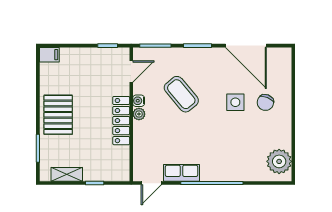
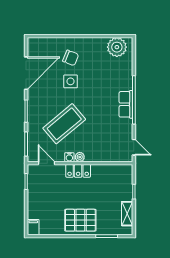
coffee table: (181, 94) -> (64, 124), width x1.36, depth x1.32
locker: (121, 121) -> (78, 171), width x0.66
row of seats: (181, 173) -> (126, 104), moved

